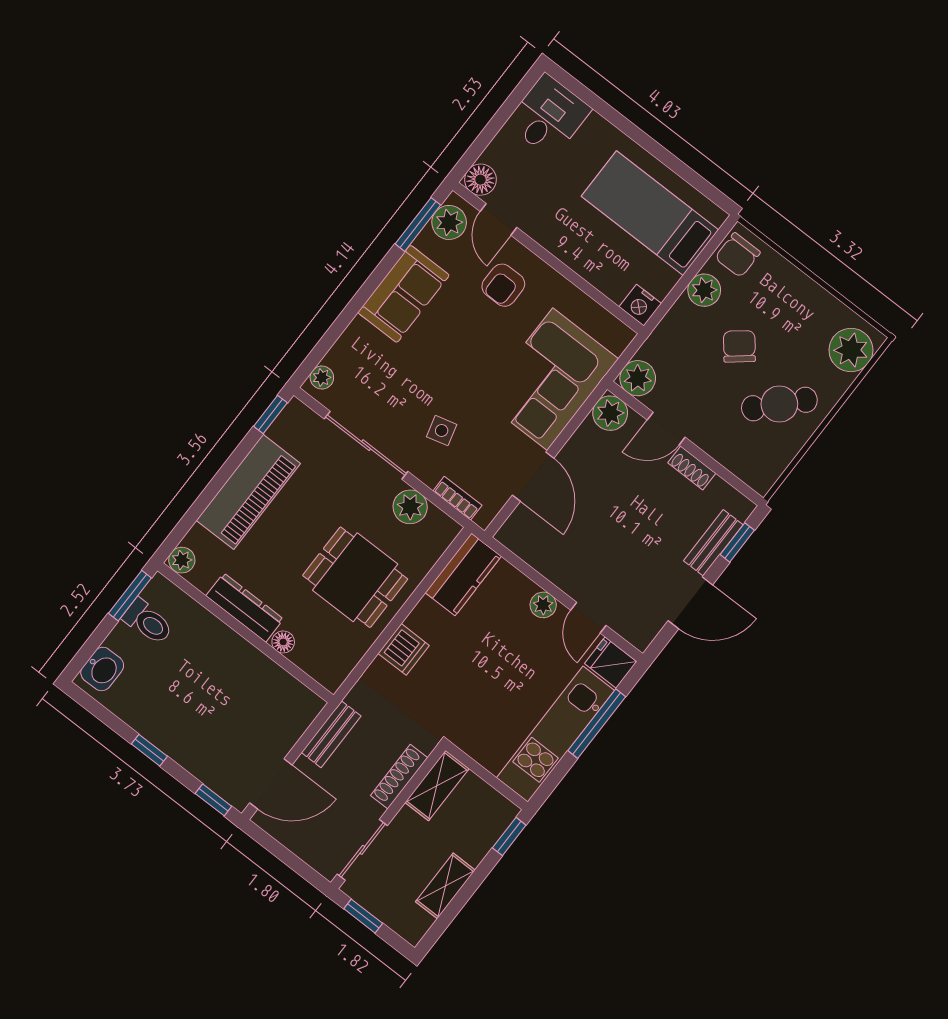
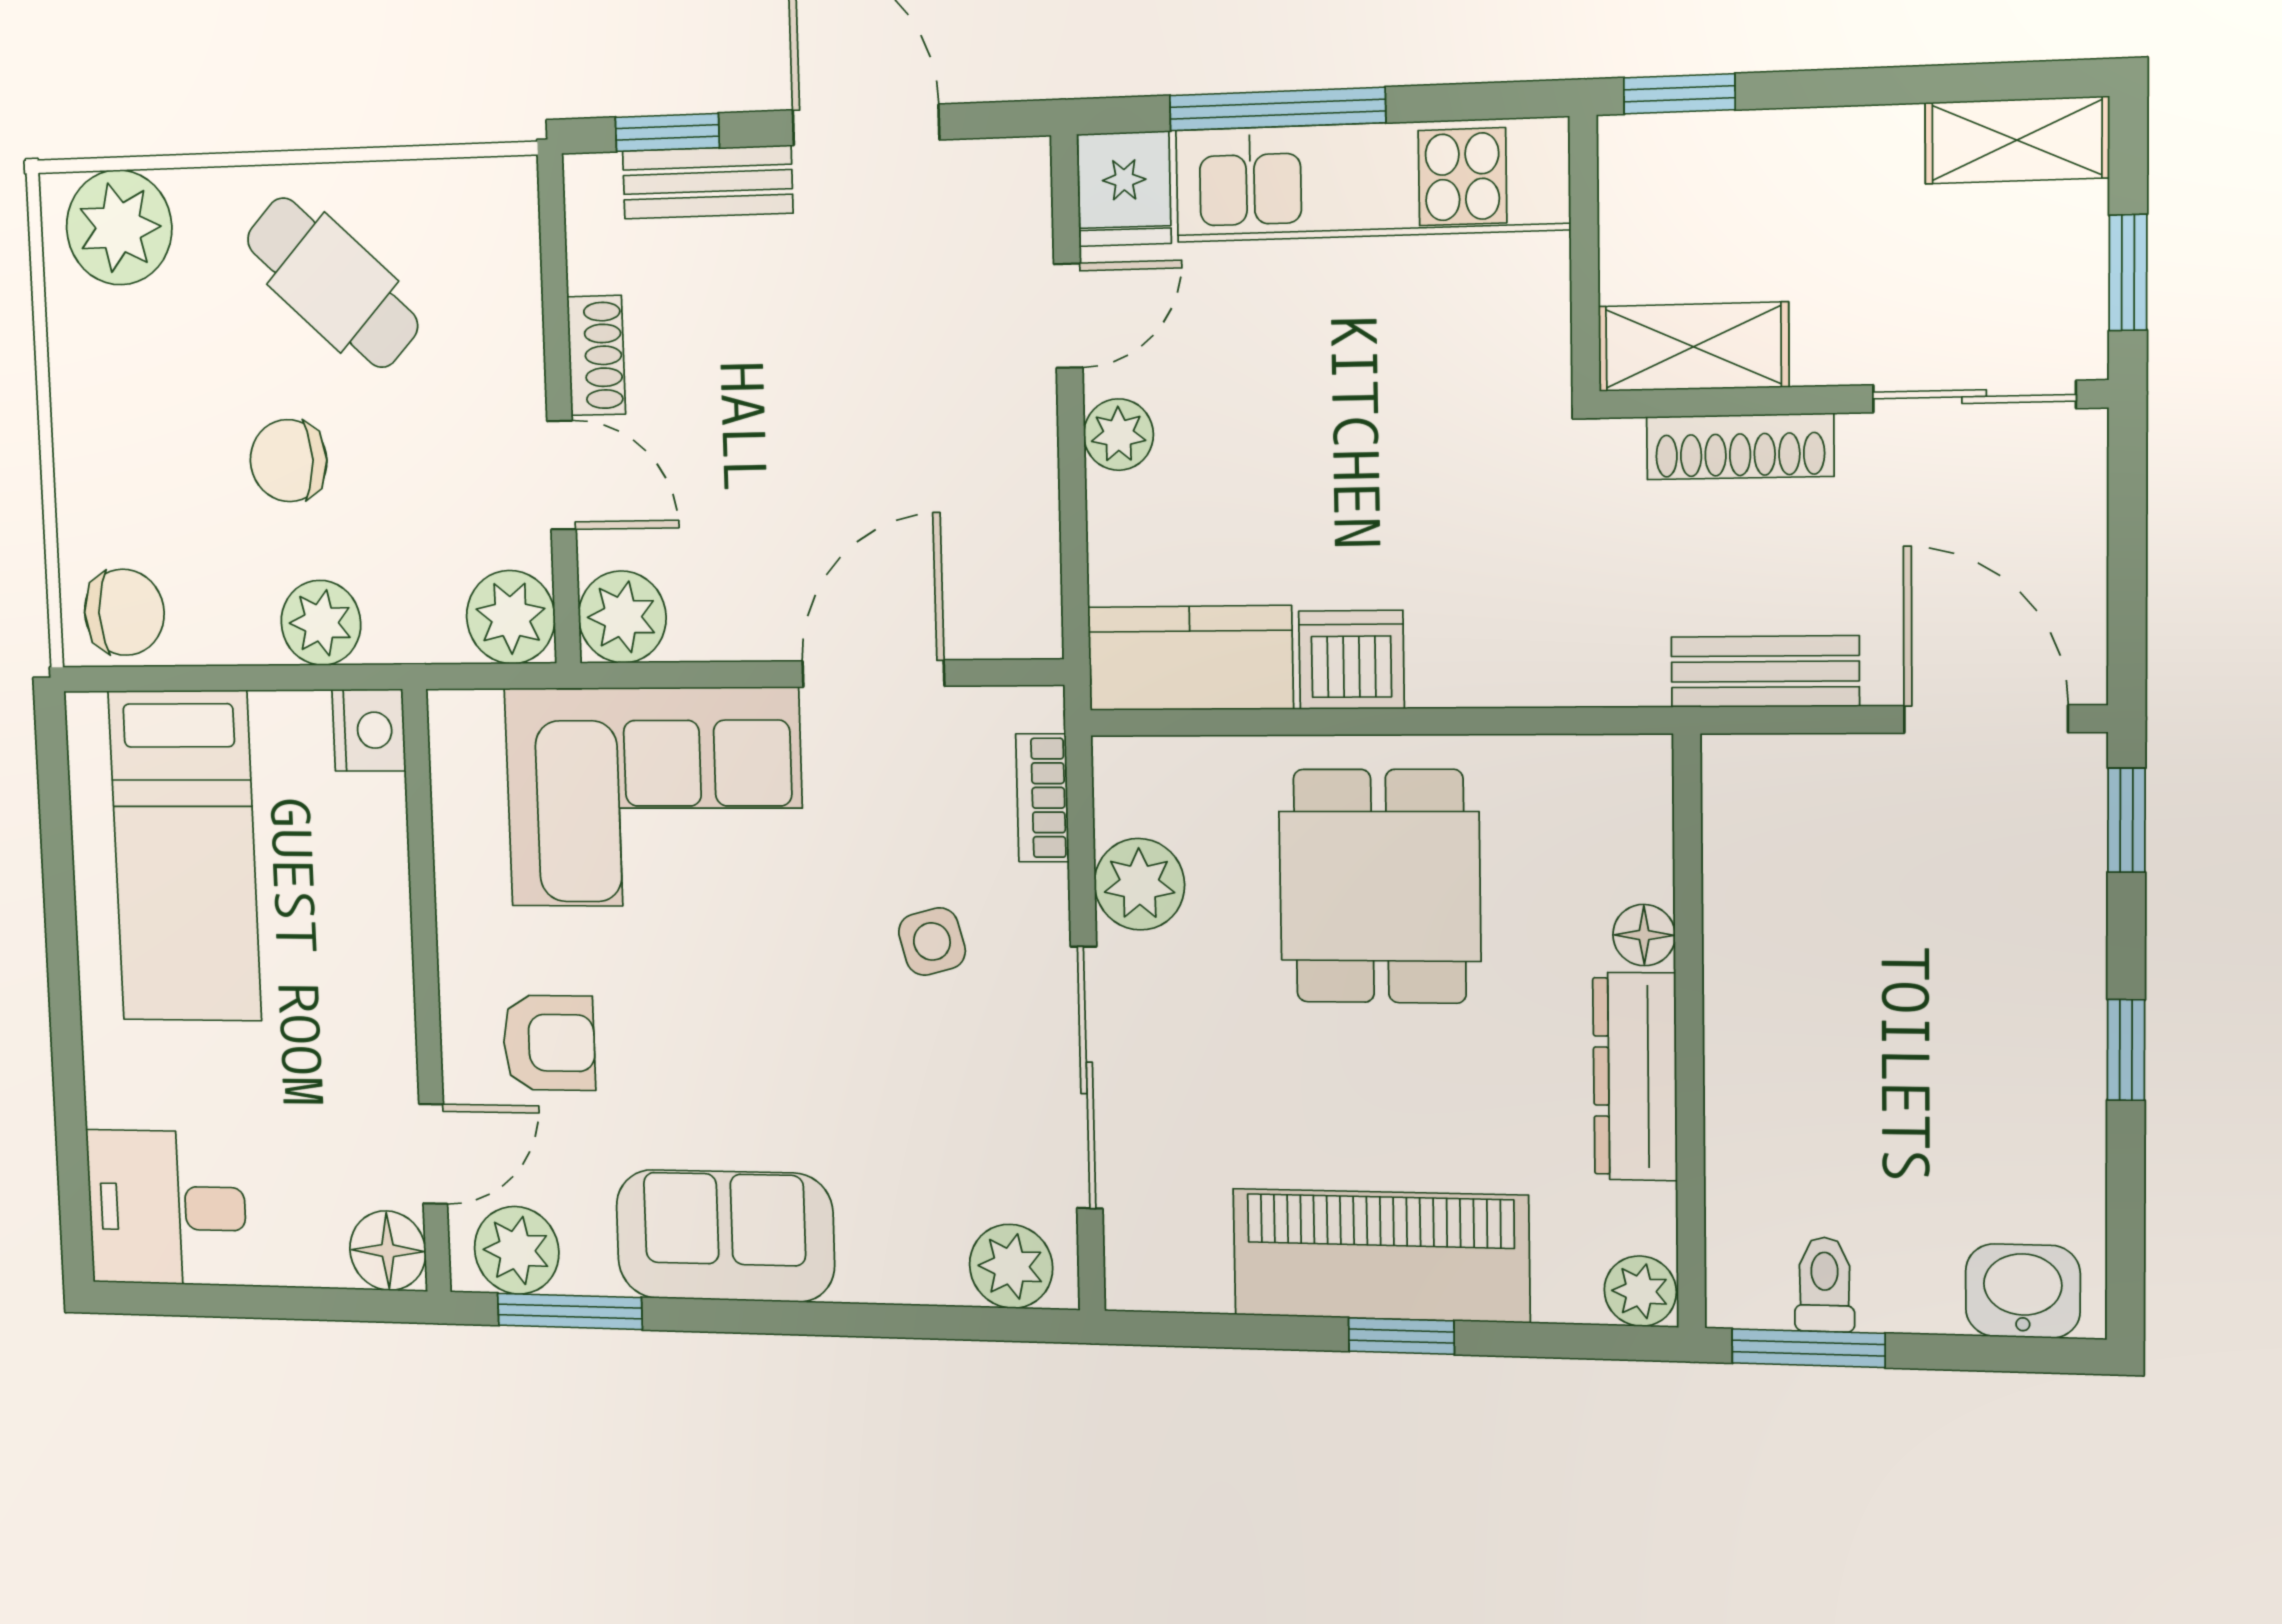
plant: (704, 290) -> (321, 623), moved
chair: (739, 346) -> (289, 461), turned 39
plant: (322, 377) -> (1011, 1266), width x1.38, depth x1.38
window: (270, 415) -> (1401, 1336), moved
toilet: (148, 622) -> (1825, 1284), width x0.73, depth x0.72
dishwasher: (404, 649) -> (1351, 660), moved
shelving: (445, 886) -> (2017, 140), moved

